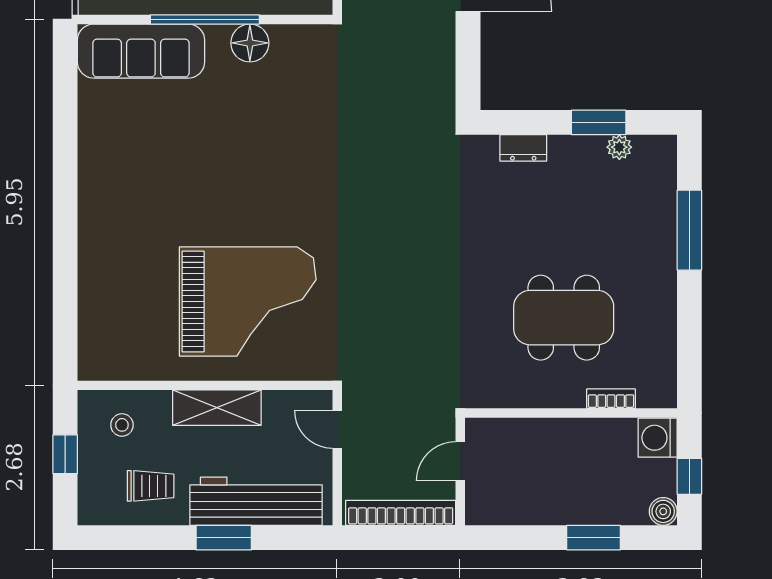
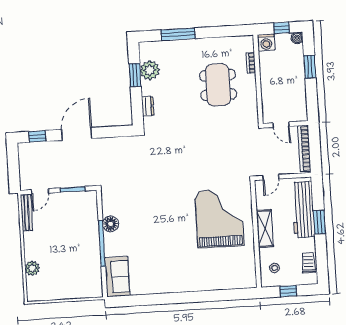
sofa: (141, 51) -> (117, 277), width x0.73
plant: (619, 147) -> (150, 70), width x1.88, depth x1.88
trolley: (151, 486) -> (308, 263), moved

